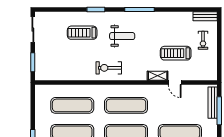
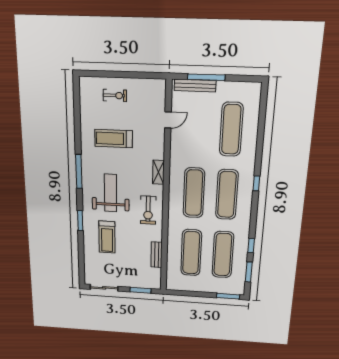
bench: (205, 16) -> (157, 255), moved
weight bench: (122, 36) -> (111, 193), width x1.36, depth x1.33
treadmill: (176, 53) -> (114, 139), moved, turned 90
shelving: (158, 76) -> (158, 172), moved
door: (175, 82) -> (168, 120), moved

